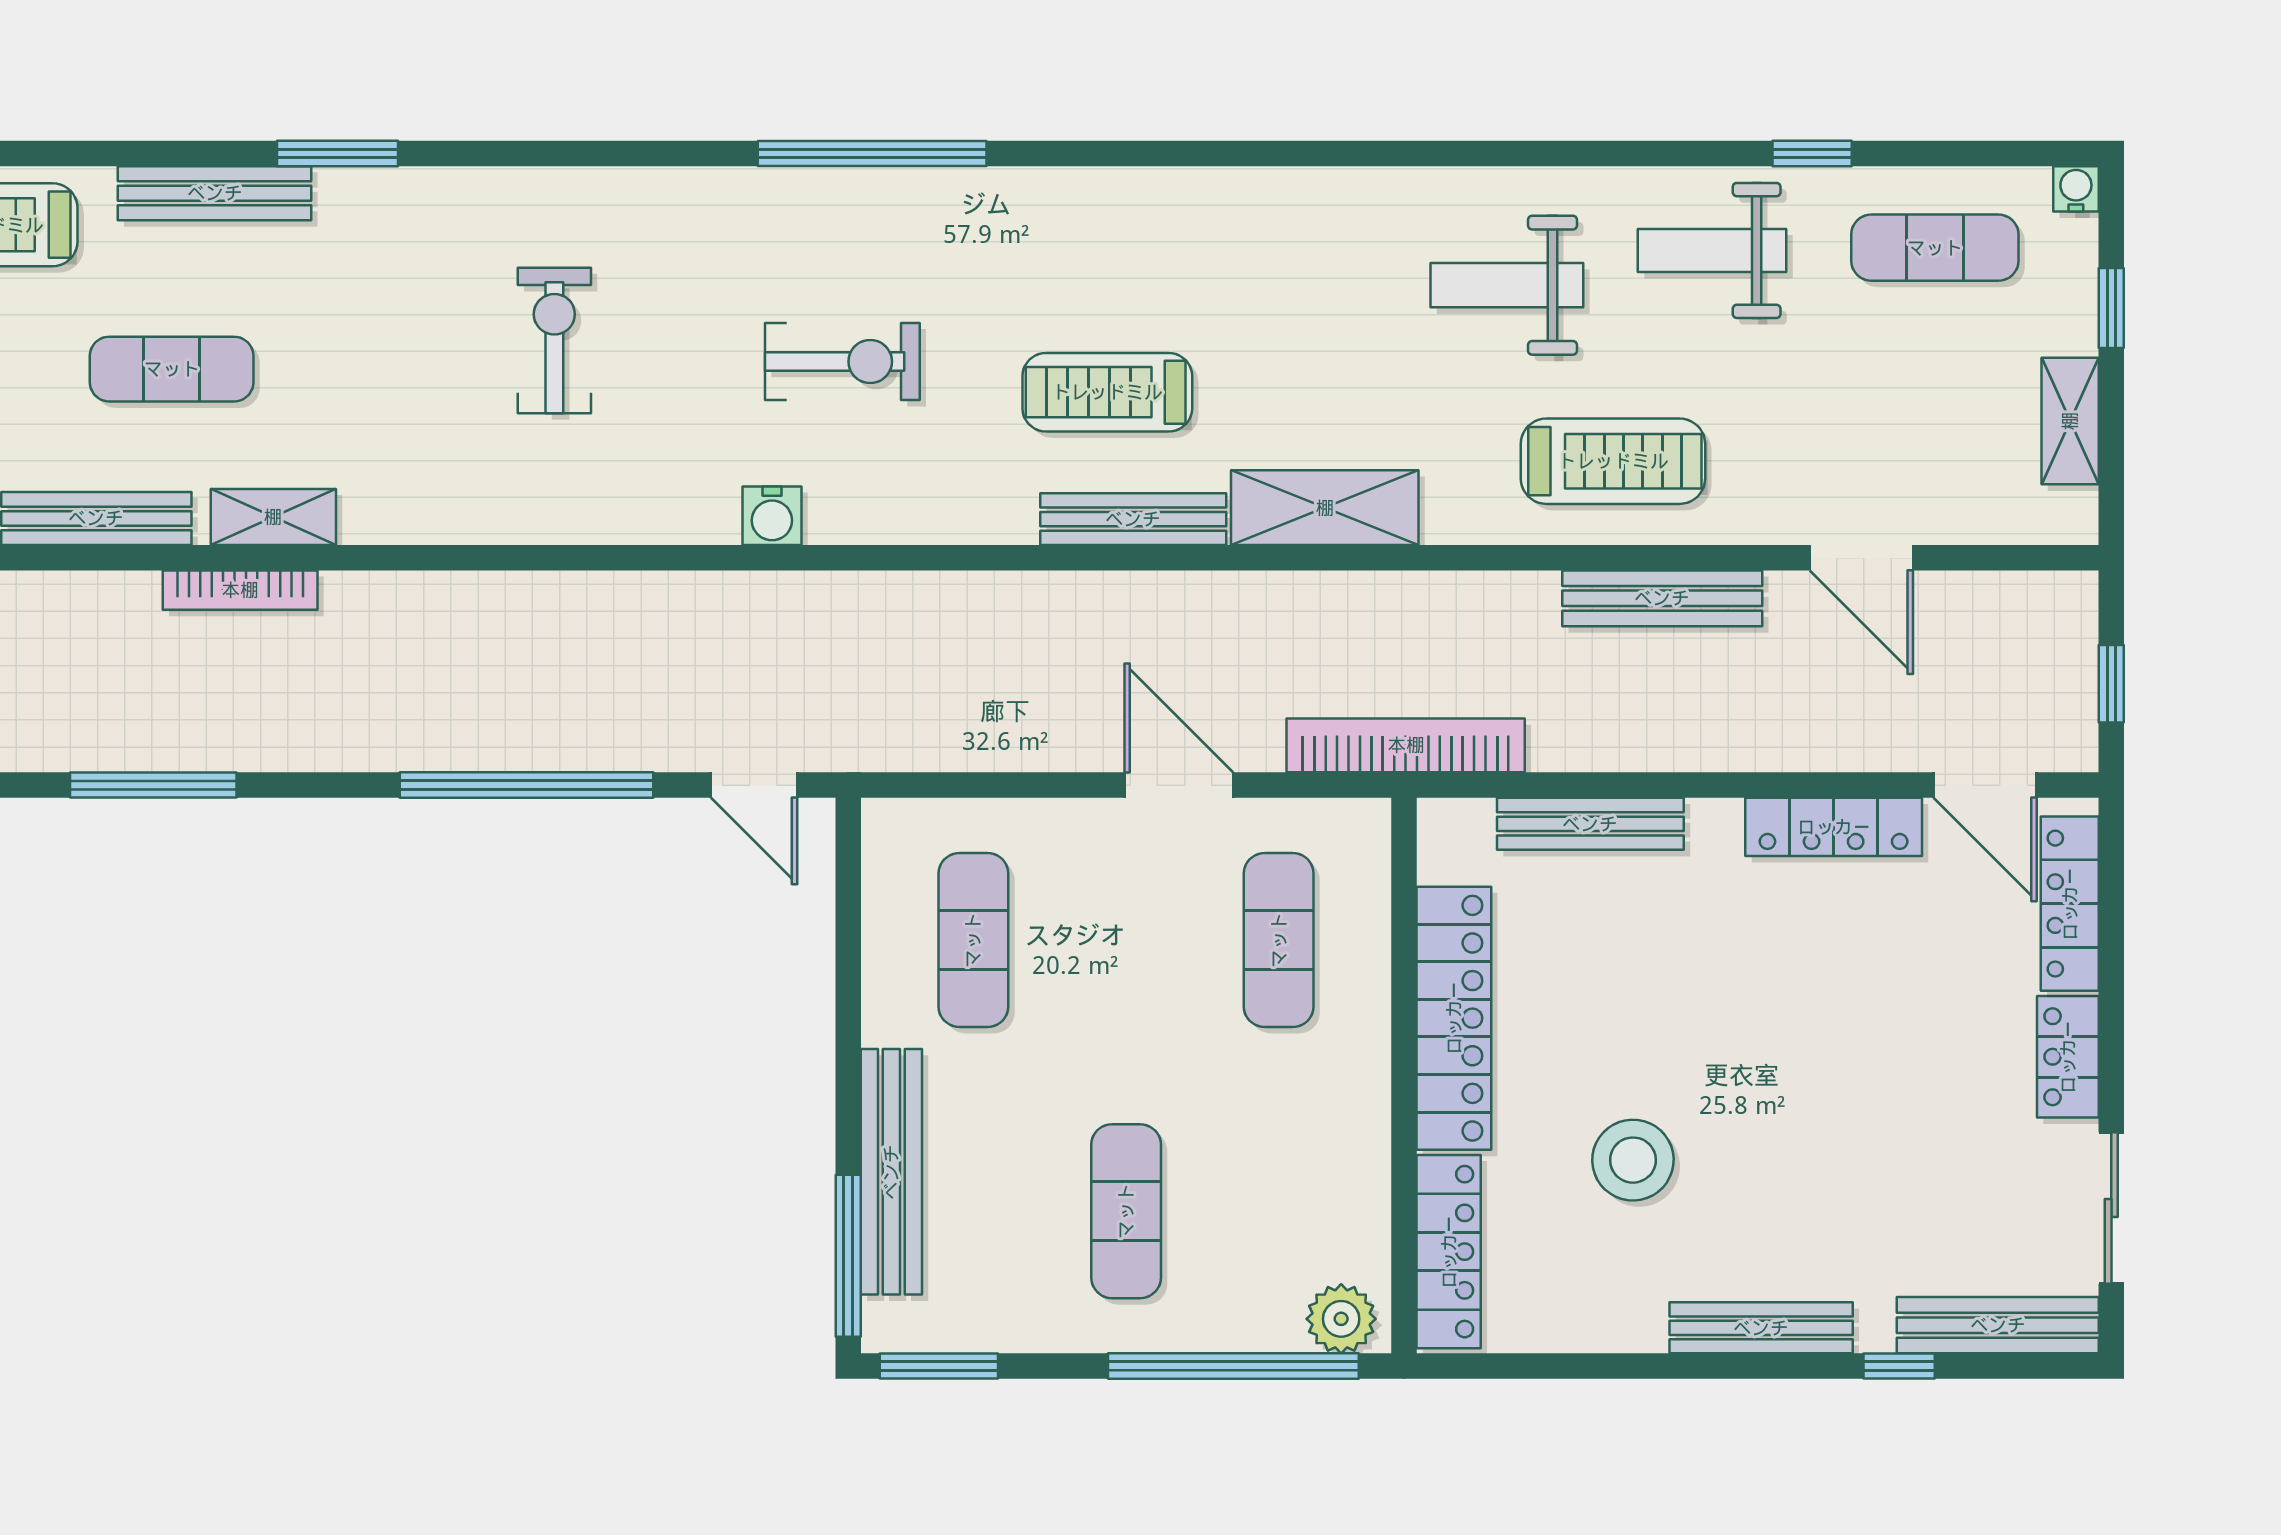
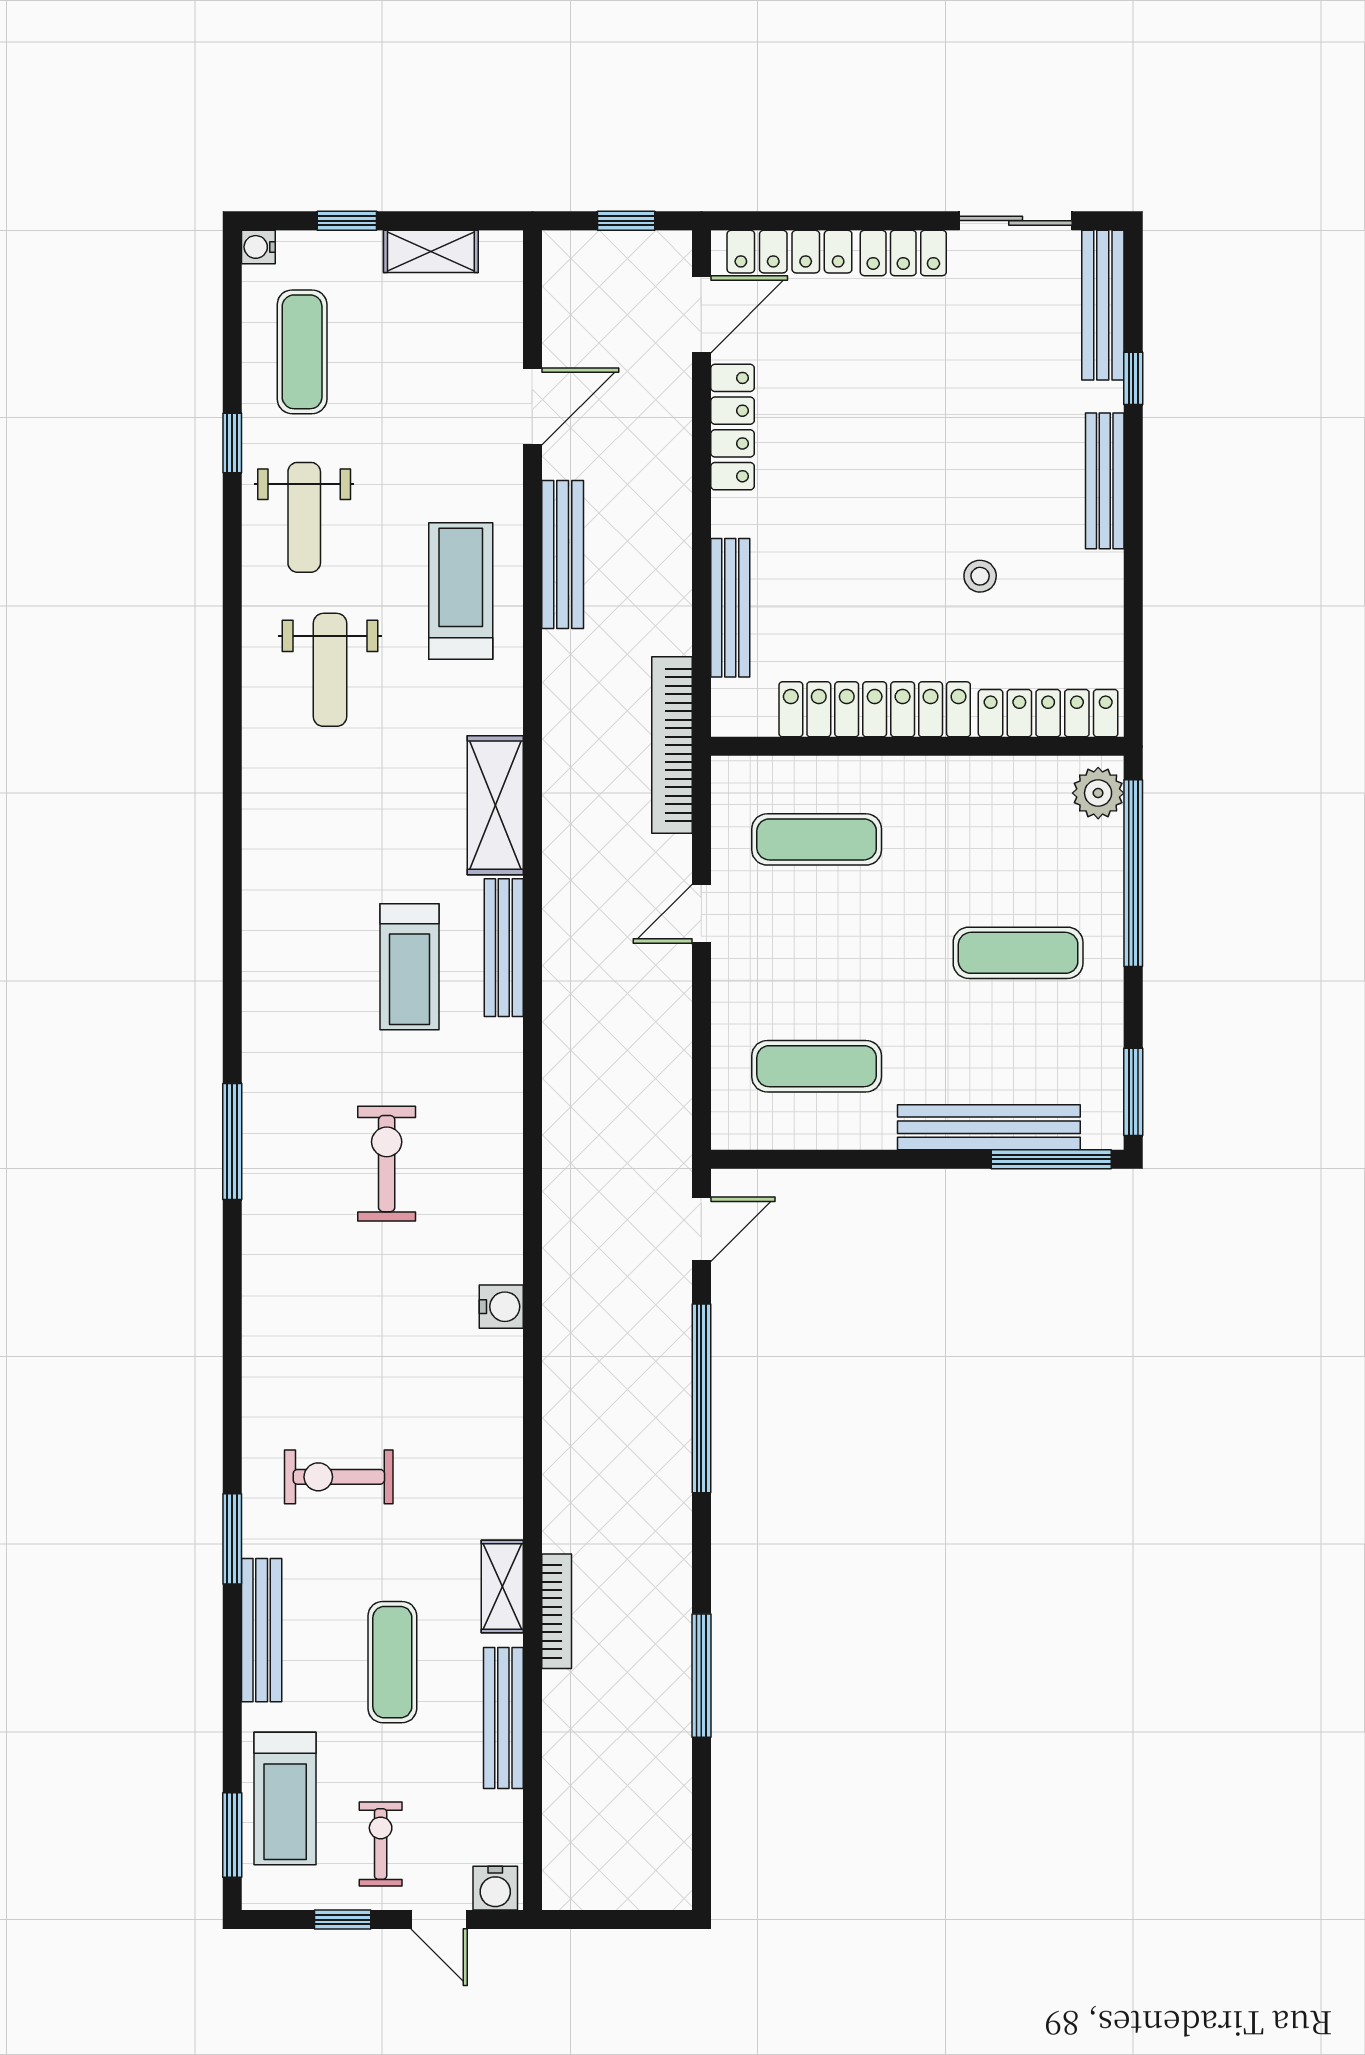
window: (872, 154) -> (232, 1142), width x0.68
exercise bike: (554, 340) -> (339, 1477), moved
water cooler: (772, 516) -> (501, 1307), moved
door: (1179, 785) -> (701, 914), width x0.73
stool: (1633, 1160) -> (980, 576), width x0.53, depth x0.53

